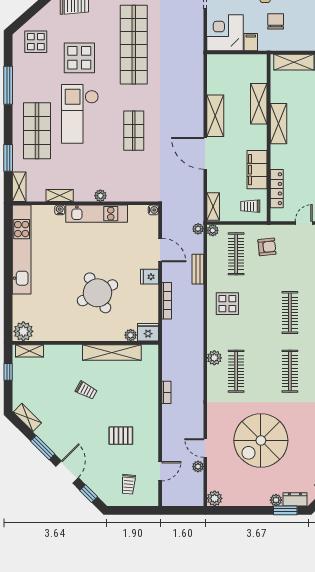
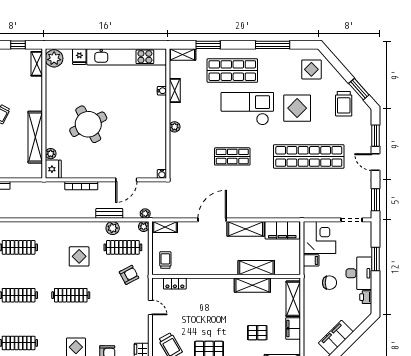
shelving: (278, 124) -> (252, 285), moved
filing cabinet: (257, 170) -> (282, 230), moved, turned 180
locker: (277, 189) -> (175, 284), width x0.66
kitchen unit: (97, 214) -> (159, 123), removed
armchair: (267, 247) -> (129, 275), turned -112
fridge: (149, 277) -> (79, 57), moved, turned 180
display table: (227, 304) -> (79, 256), moved
plant: (214, 358) -> (113, 228), moved

